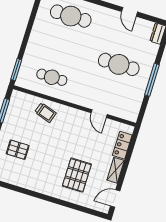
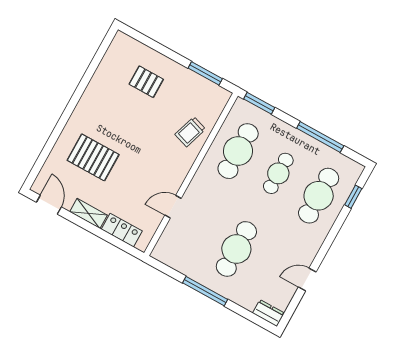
window: (31, 23) -> (320, 137), added
cafe table: (61, 47) -> (278, 173), added
cafe table: (52, 77) -> (238, 151), width x1.37, depth x1.35
pallet: (18, 150) -> (146, 82), turned 90

